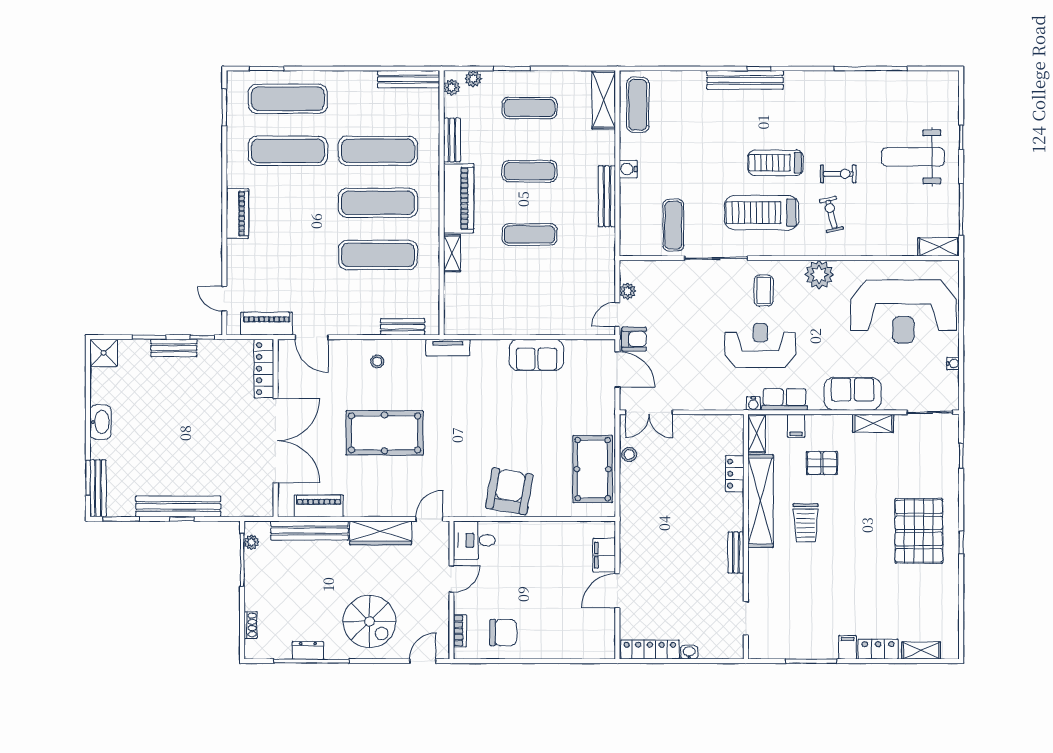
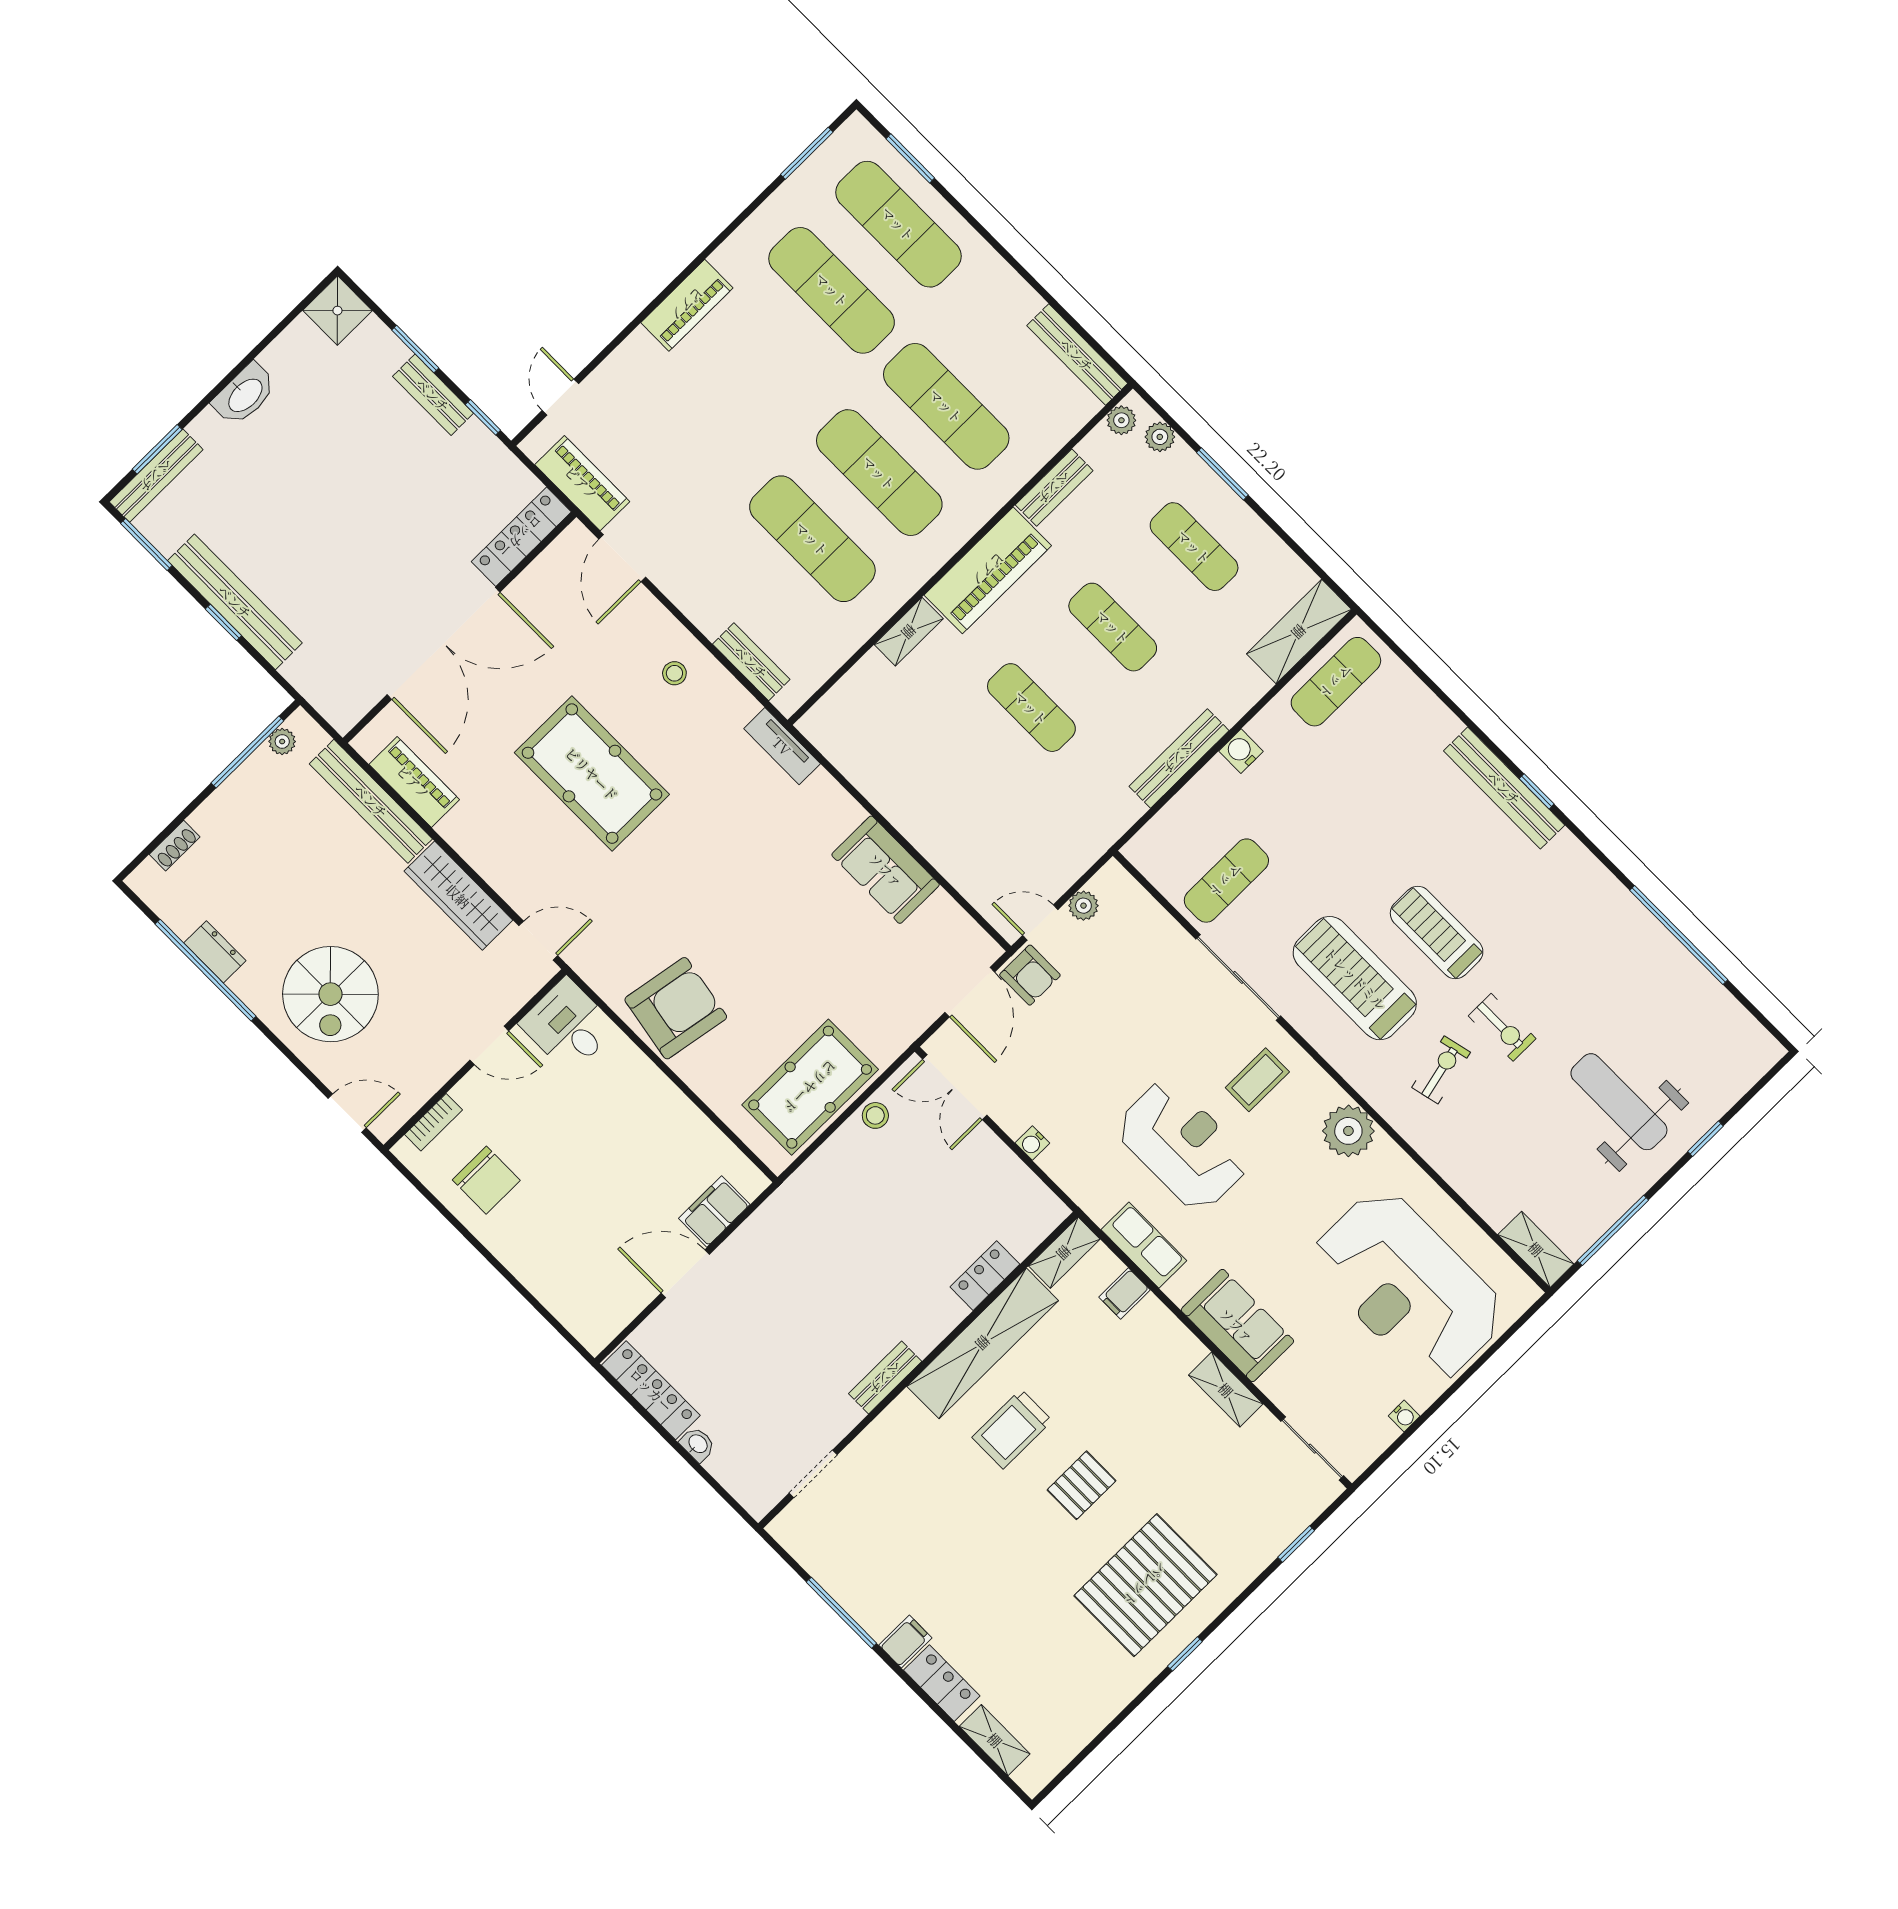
water cooler: (753, 403) -> (1032, 1143), moved
pallet: (822, 463) -> (1081, 1485), moved, turned 90

